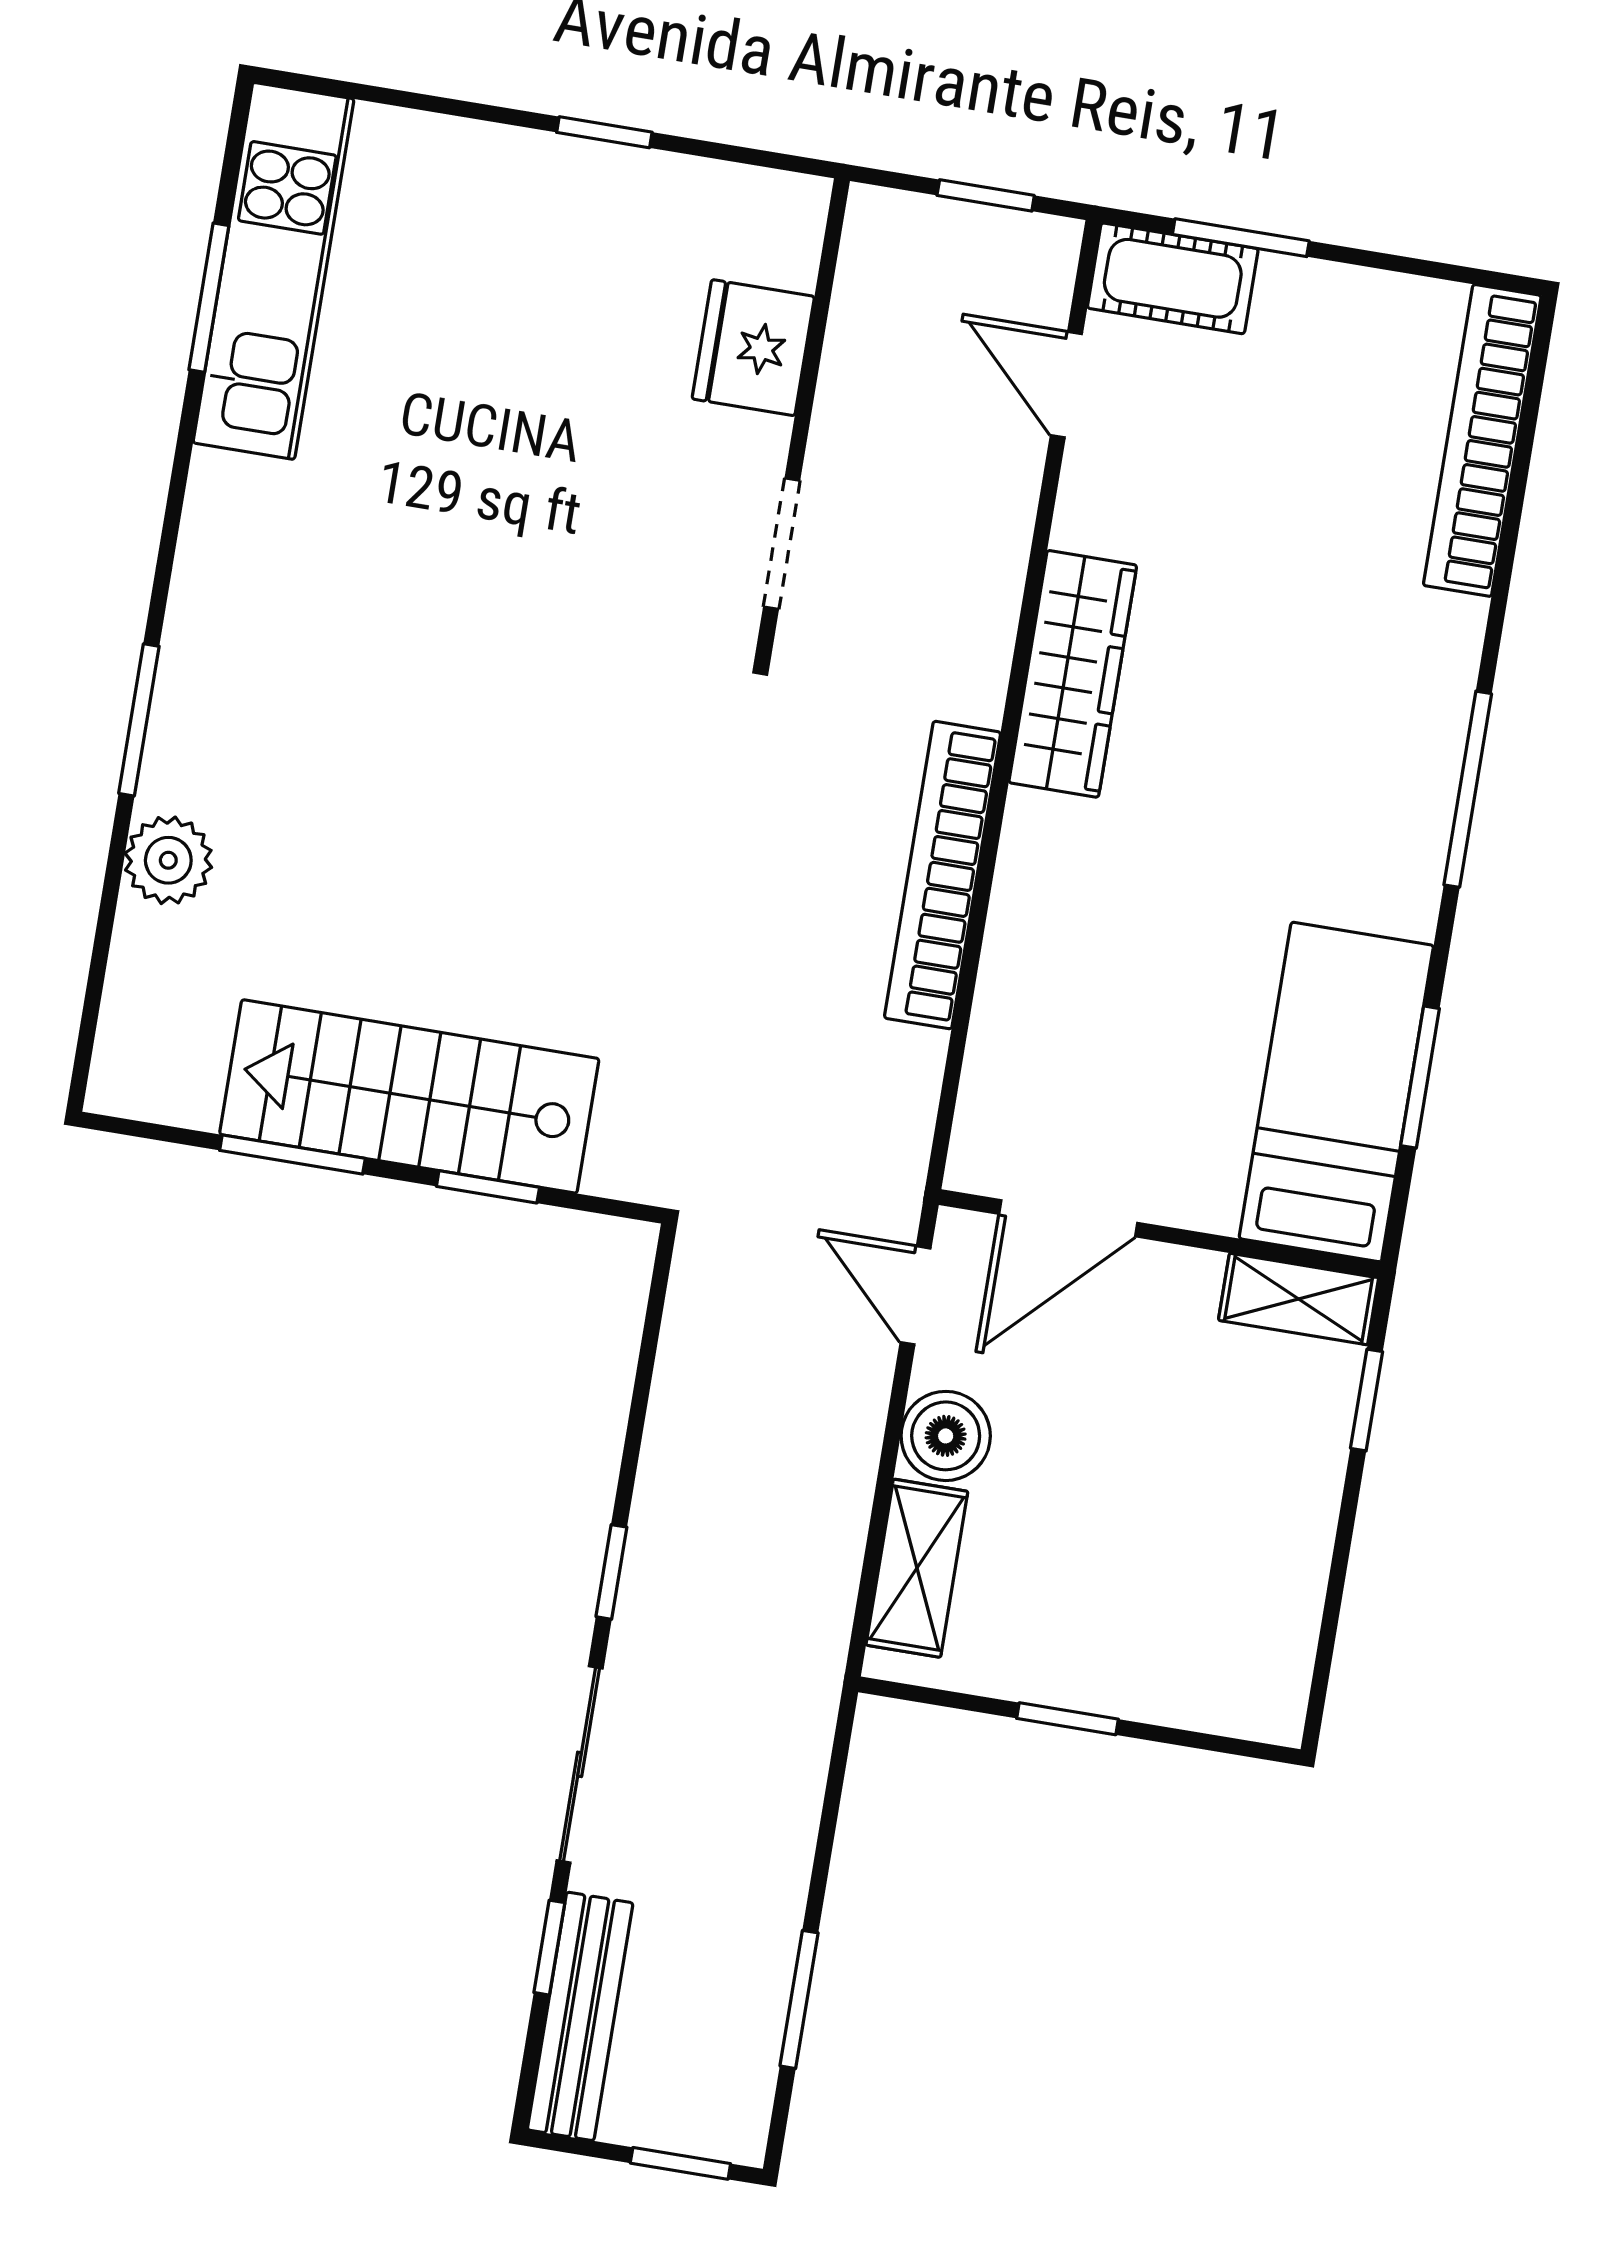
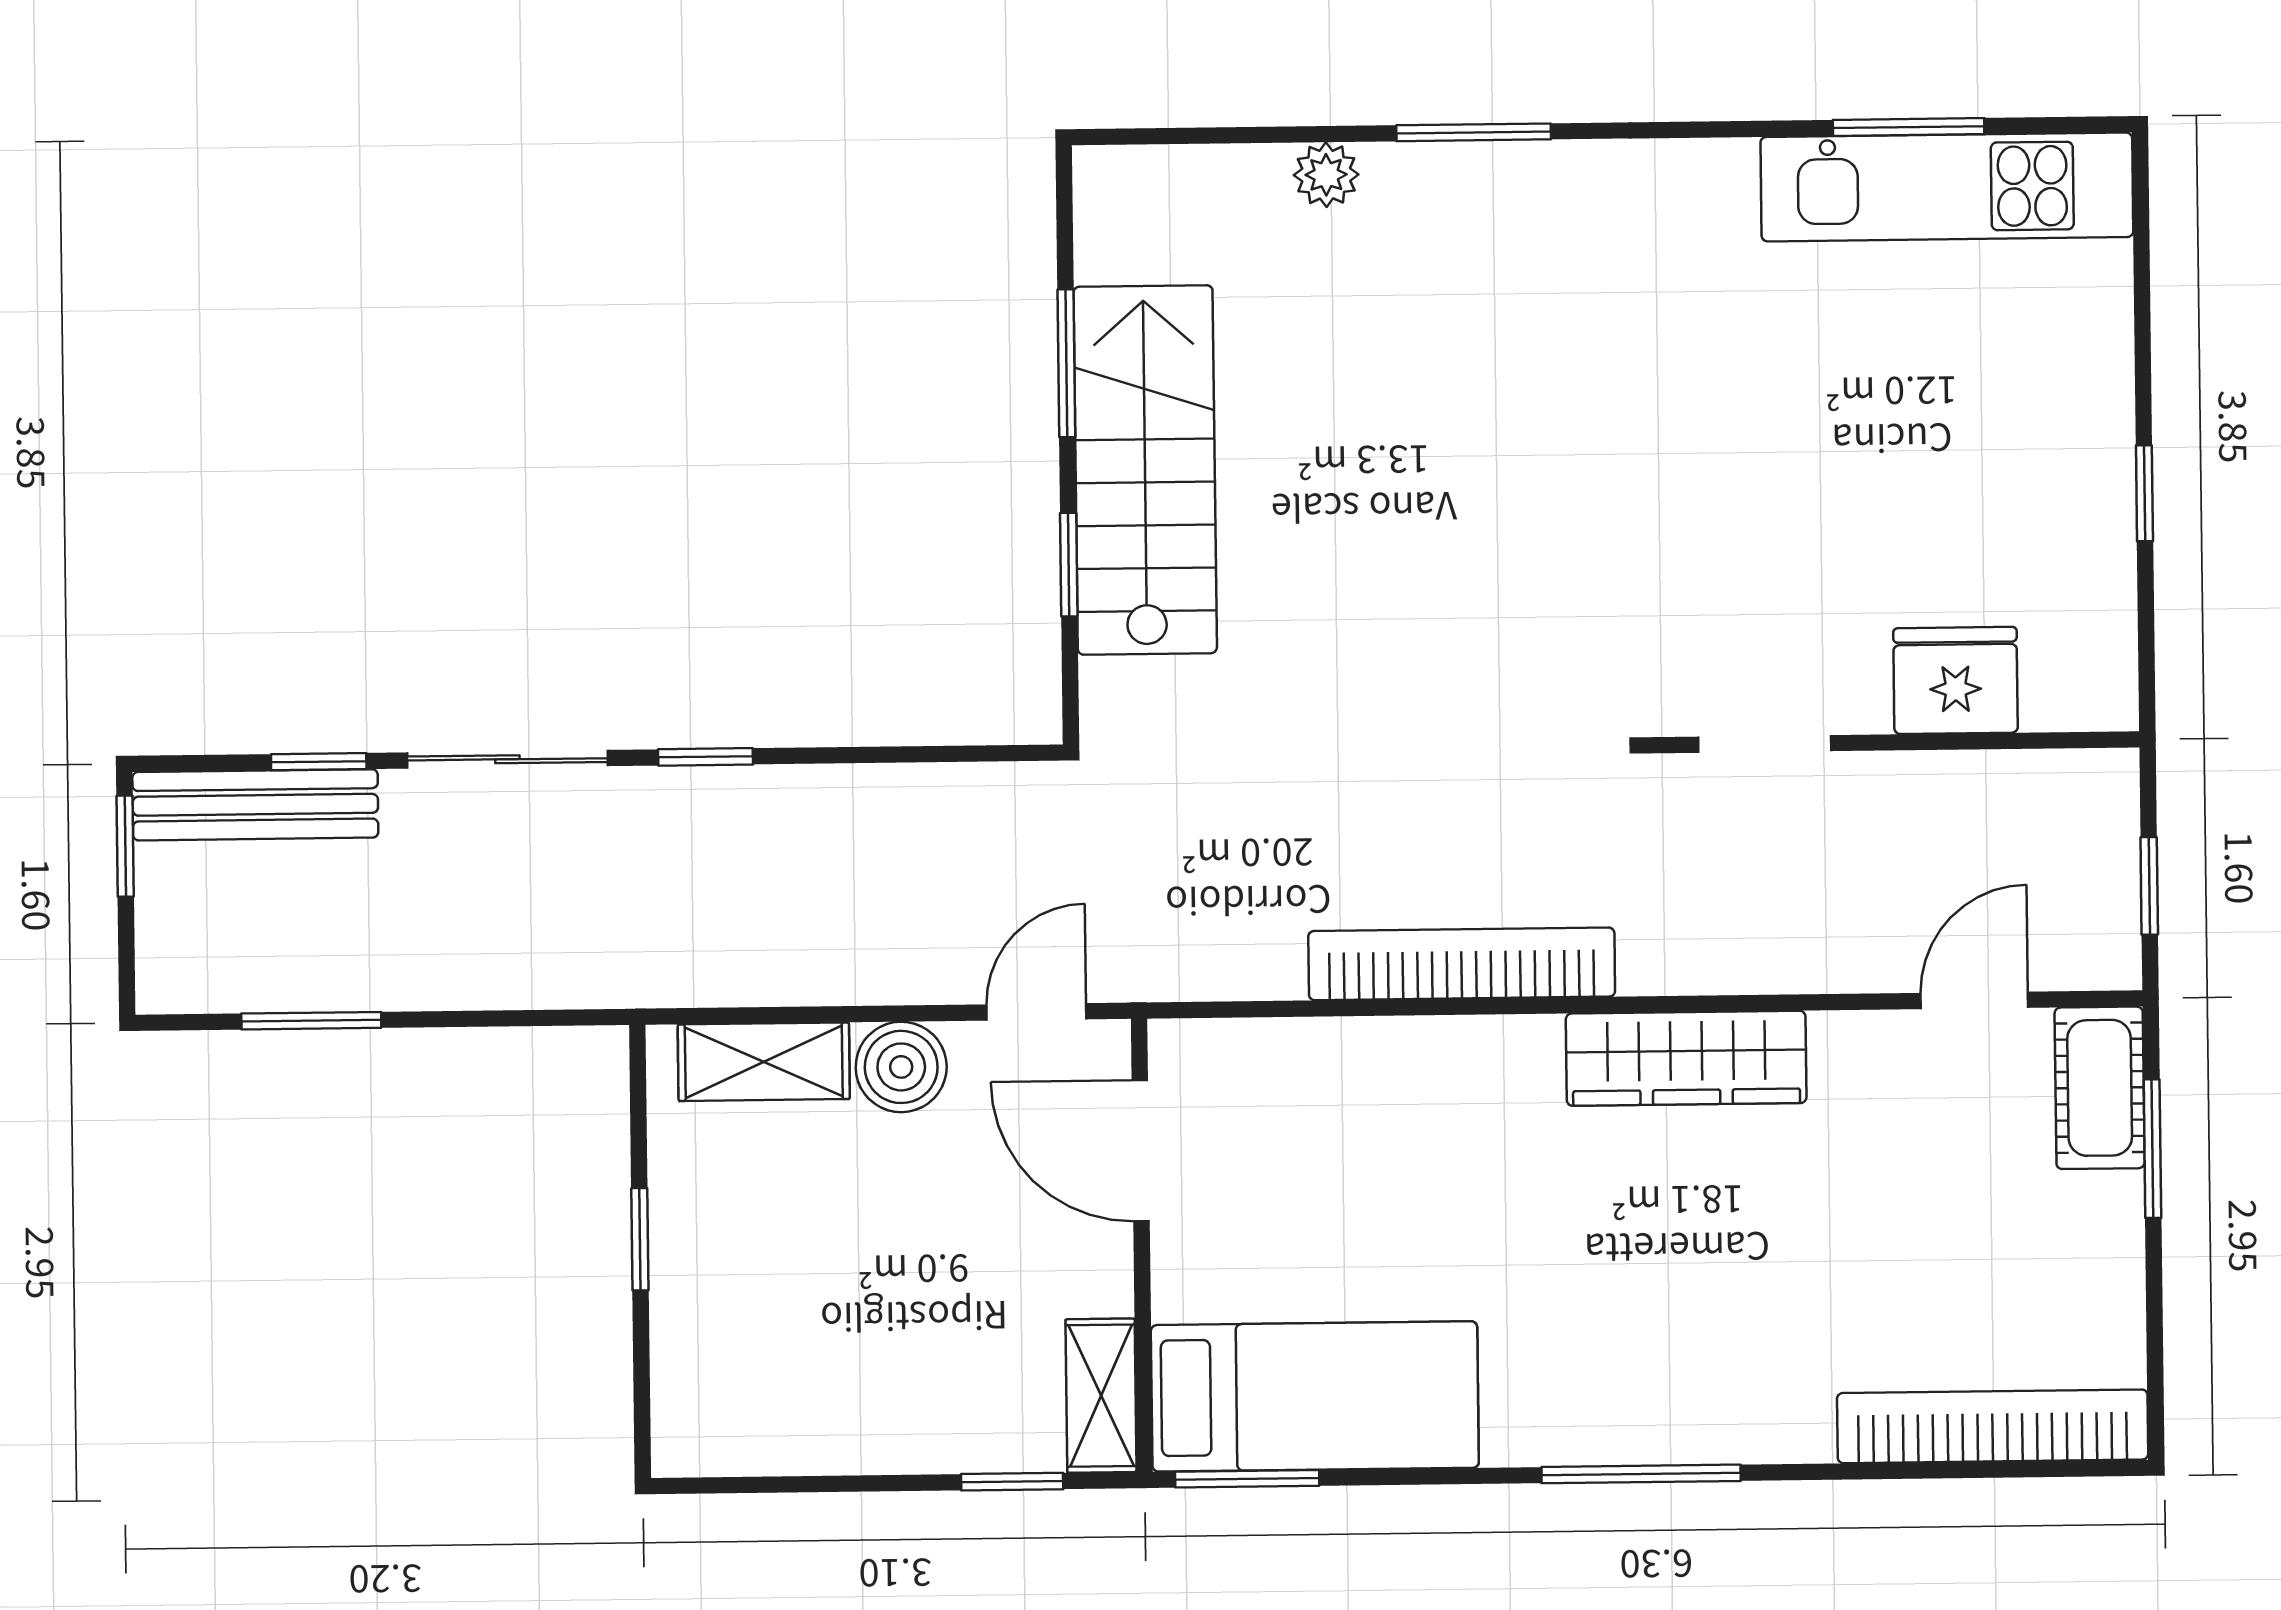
plant: (168, 860) -> (1326, 175), width x0.73, depth x0.73
window: (1420, 1077) -> (1247, 1479), moved
window: (680, 2163) -> (125, 846), moved

